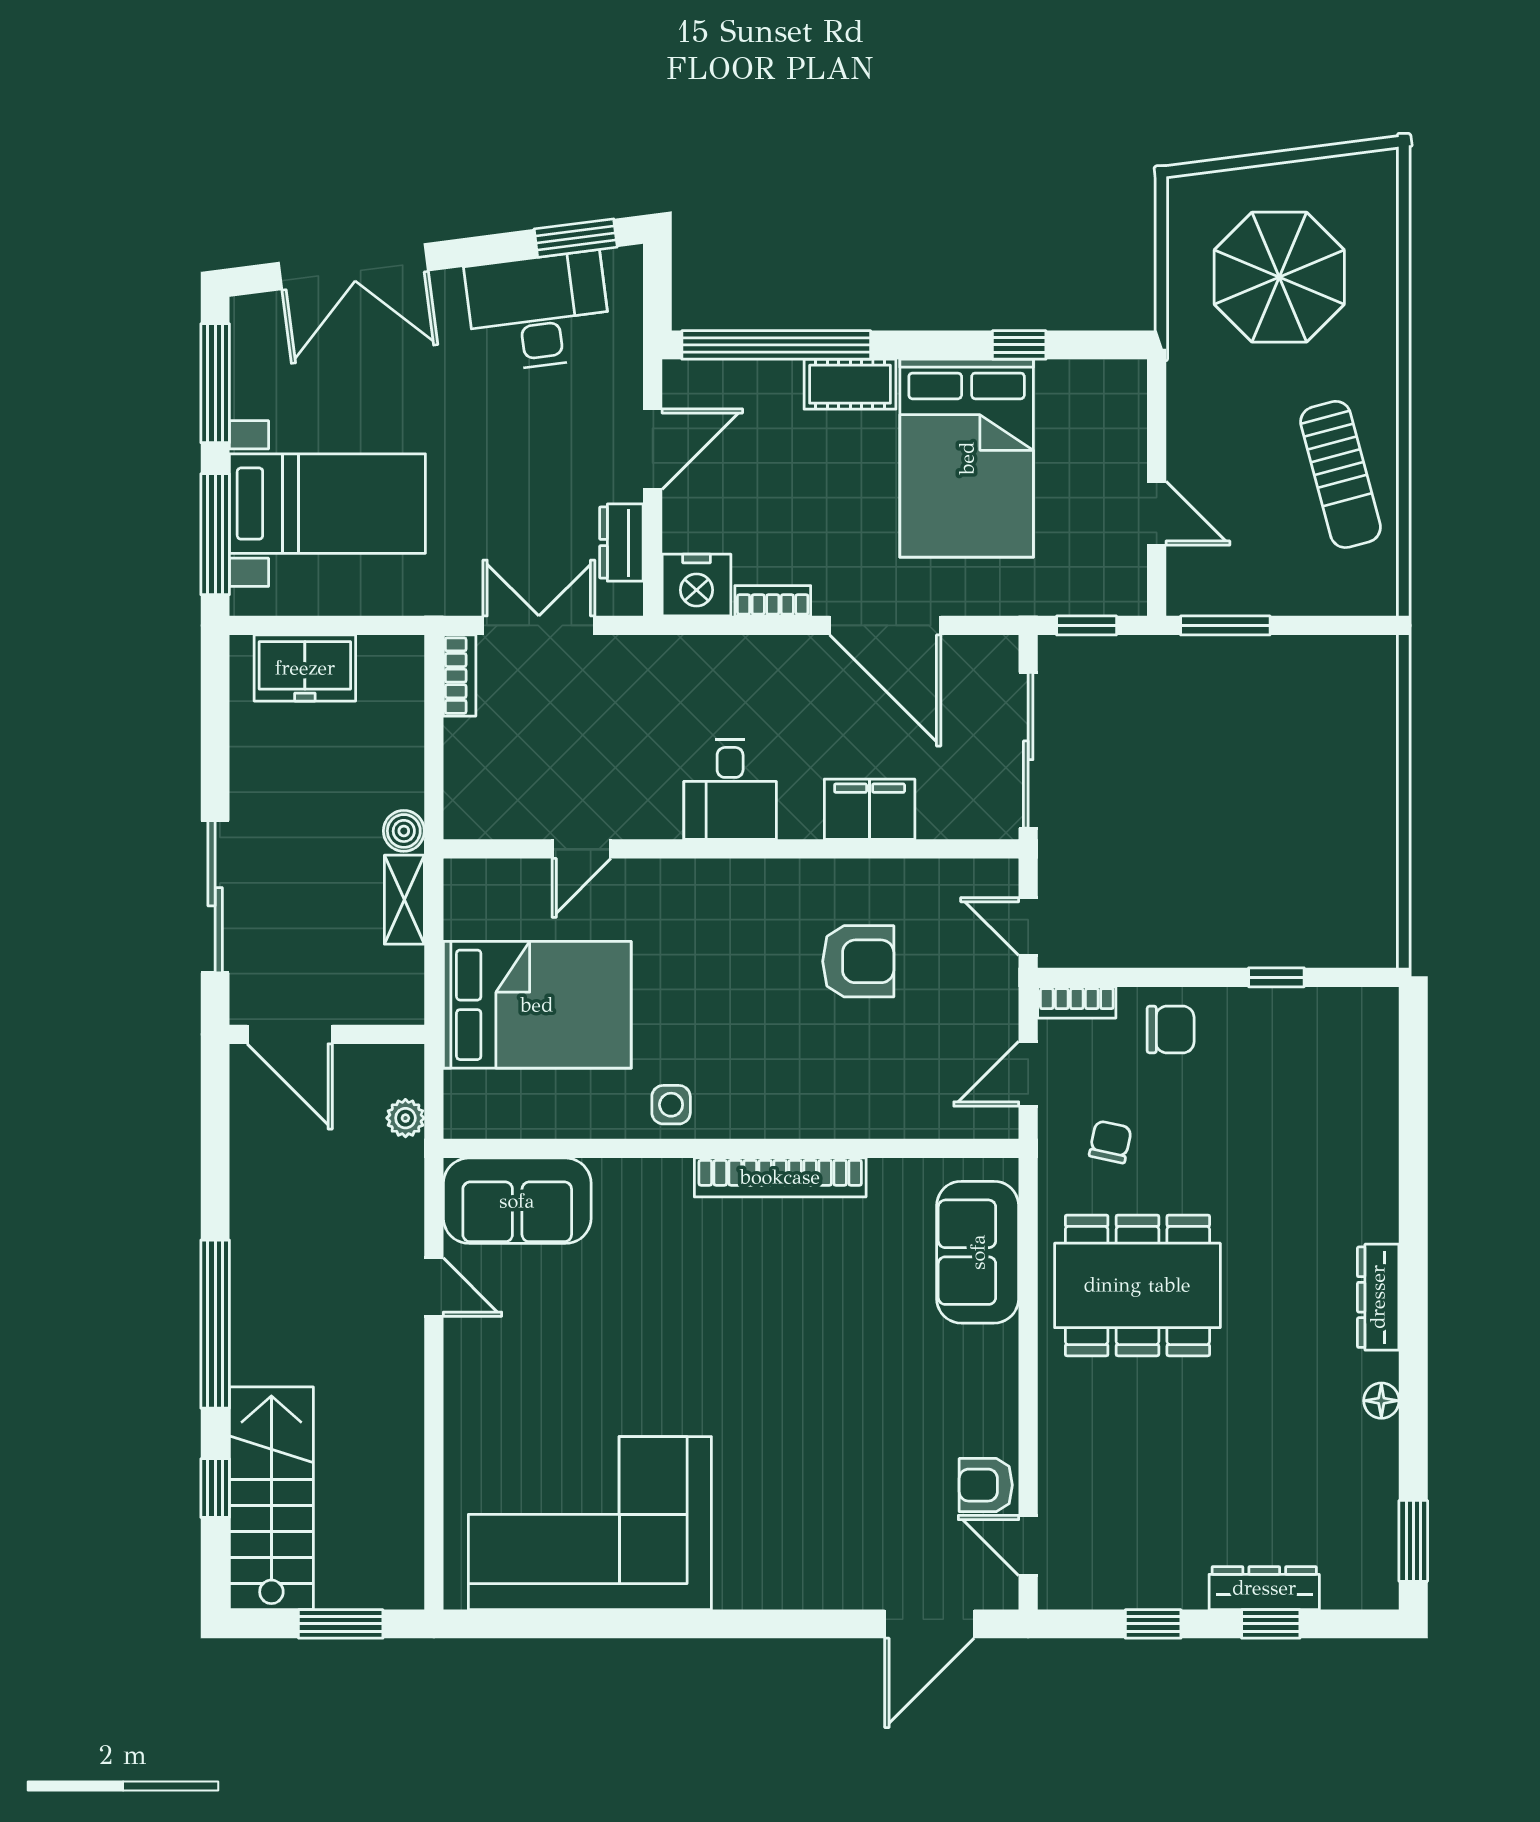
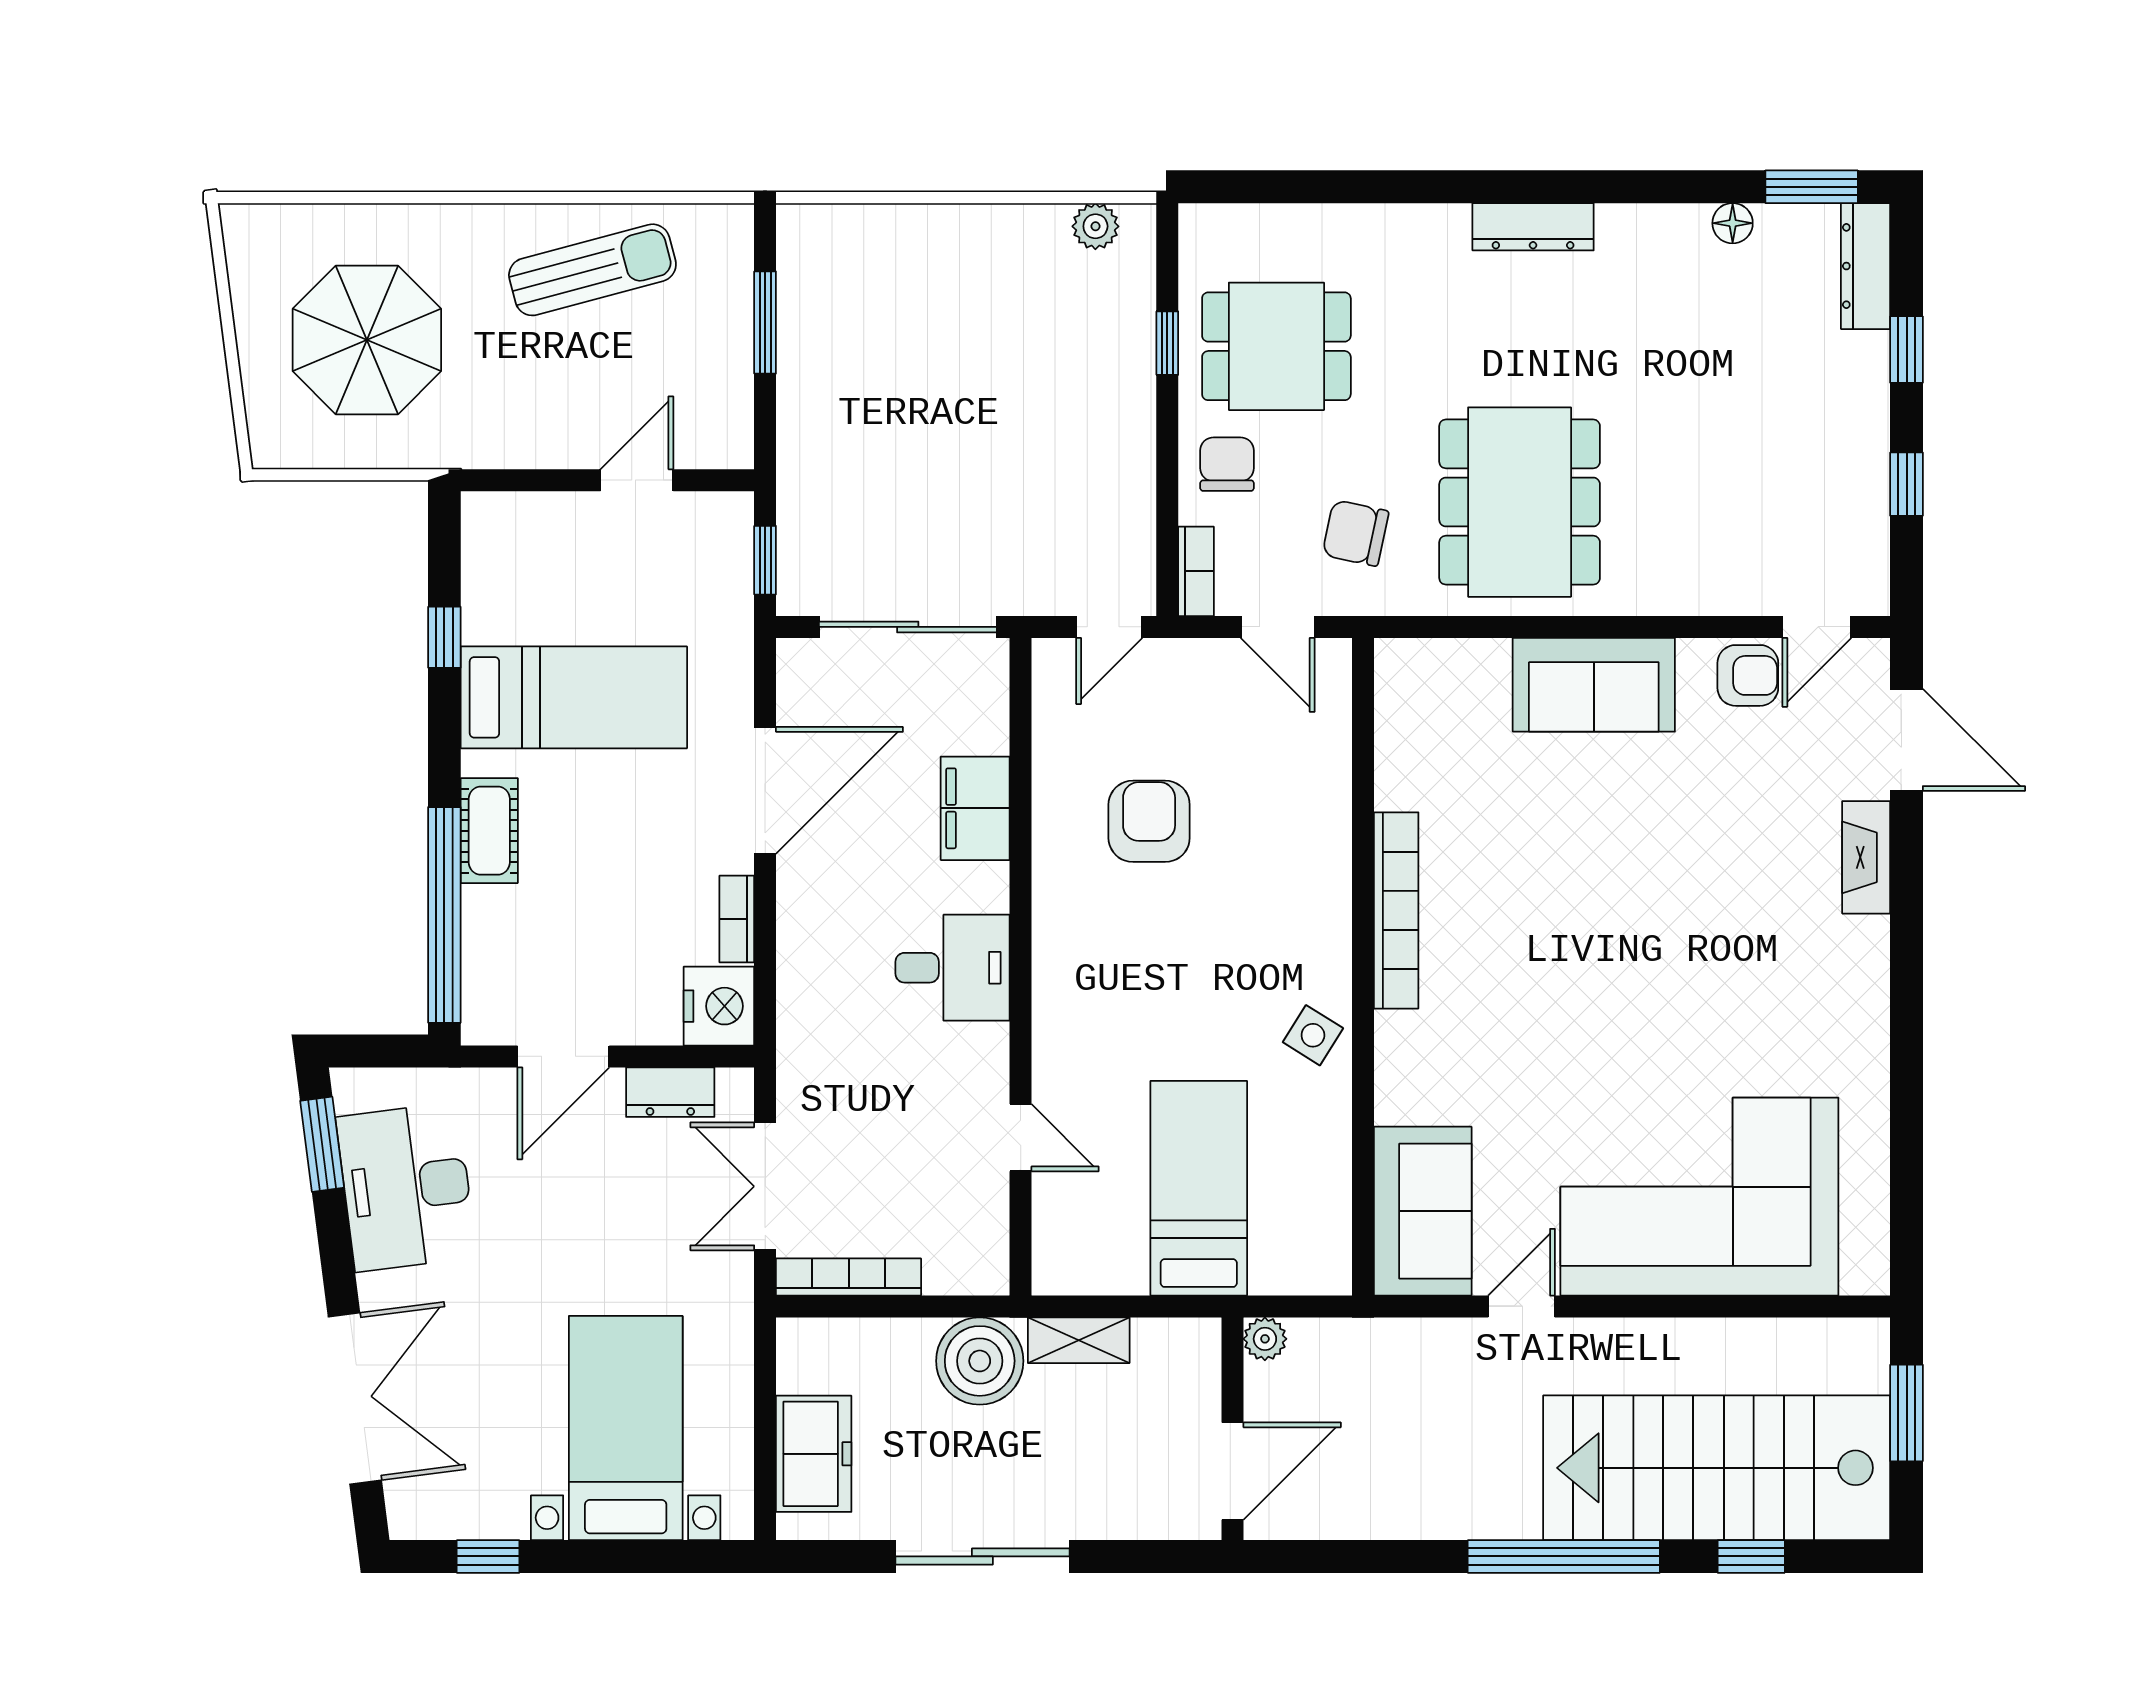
window: (215, 383) -> (488, 1556), width x0.46
door: (653, 449) -> (563, 1056), swing flipped
bed: (967, 458) -> (574, 697), width x0.67
window: (215, 534) -> (661, 1556), removed
window: (1225, 625) -> (765, 323), moved
bookcase: (460, 676) -> (849, 1277), width x1.56
boiler: (404, 831) -> (980, 1361), width x1.86, depth x1.86
sliding door: (215, 897) -> (982, 1556), moved
plant: (1379, 914) -> (1095, 226), added
bed: (537, 1005) -> (1199, 1188), width x0.67
dining table: (1274, 1073) -> (1276, 346), added
side table: (671, 1105) -> (1313, 1035), turned 32
plant: (405, 1118) -> (1265, 1339), moved
chair: (1110, 1142) -> (1355, 533), width x1.37, depth x1.37
sofa: (978, 1252) -> (1594, 685), moved
floor lamp: (1381, 1401) -> (1733, 223), moved
armchair: (986, 1485) -> (1748, 675), turned -90
stairs: (271, 1498) -> (1717, 1468), width x1.36, depth x1.51
corner sofa: (590, 1523) -> (1699, 1197), moved, turned 90
dresser: (1264, 1588) -> (1866, 266), moved
fireplace: (827, 1589) -> (1866, 857), added

